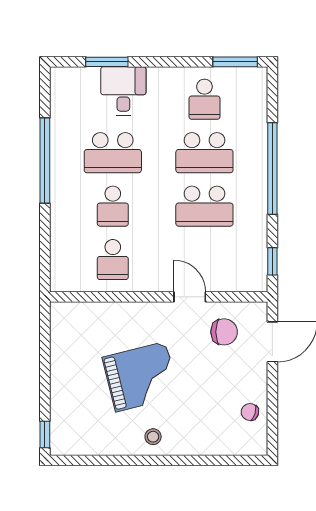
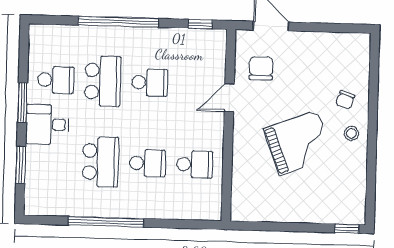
window: (235, 62) -> (22, 103), moved
desk: (123, 91) -> (47, 125), moved
school desk: (204, 206) -> (150, 83), width x0.54
grand piano: (141, 377) -> (298, 143), turned 83
chair: (250, 412) -> (345, 100), moved

